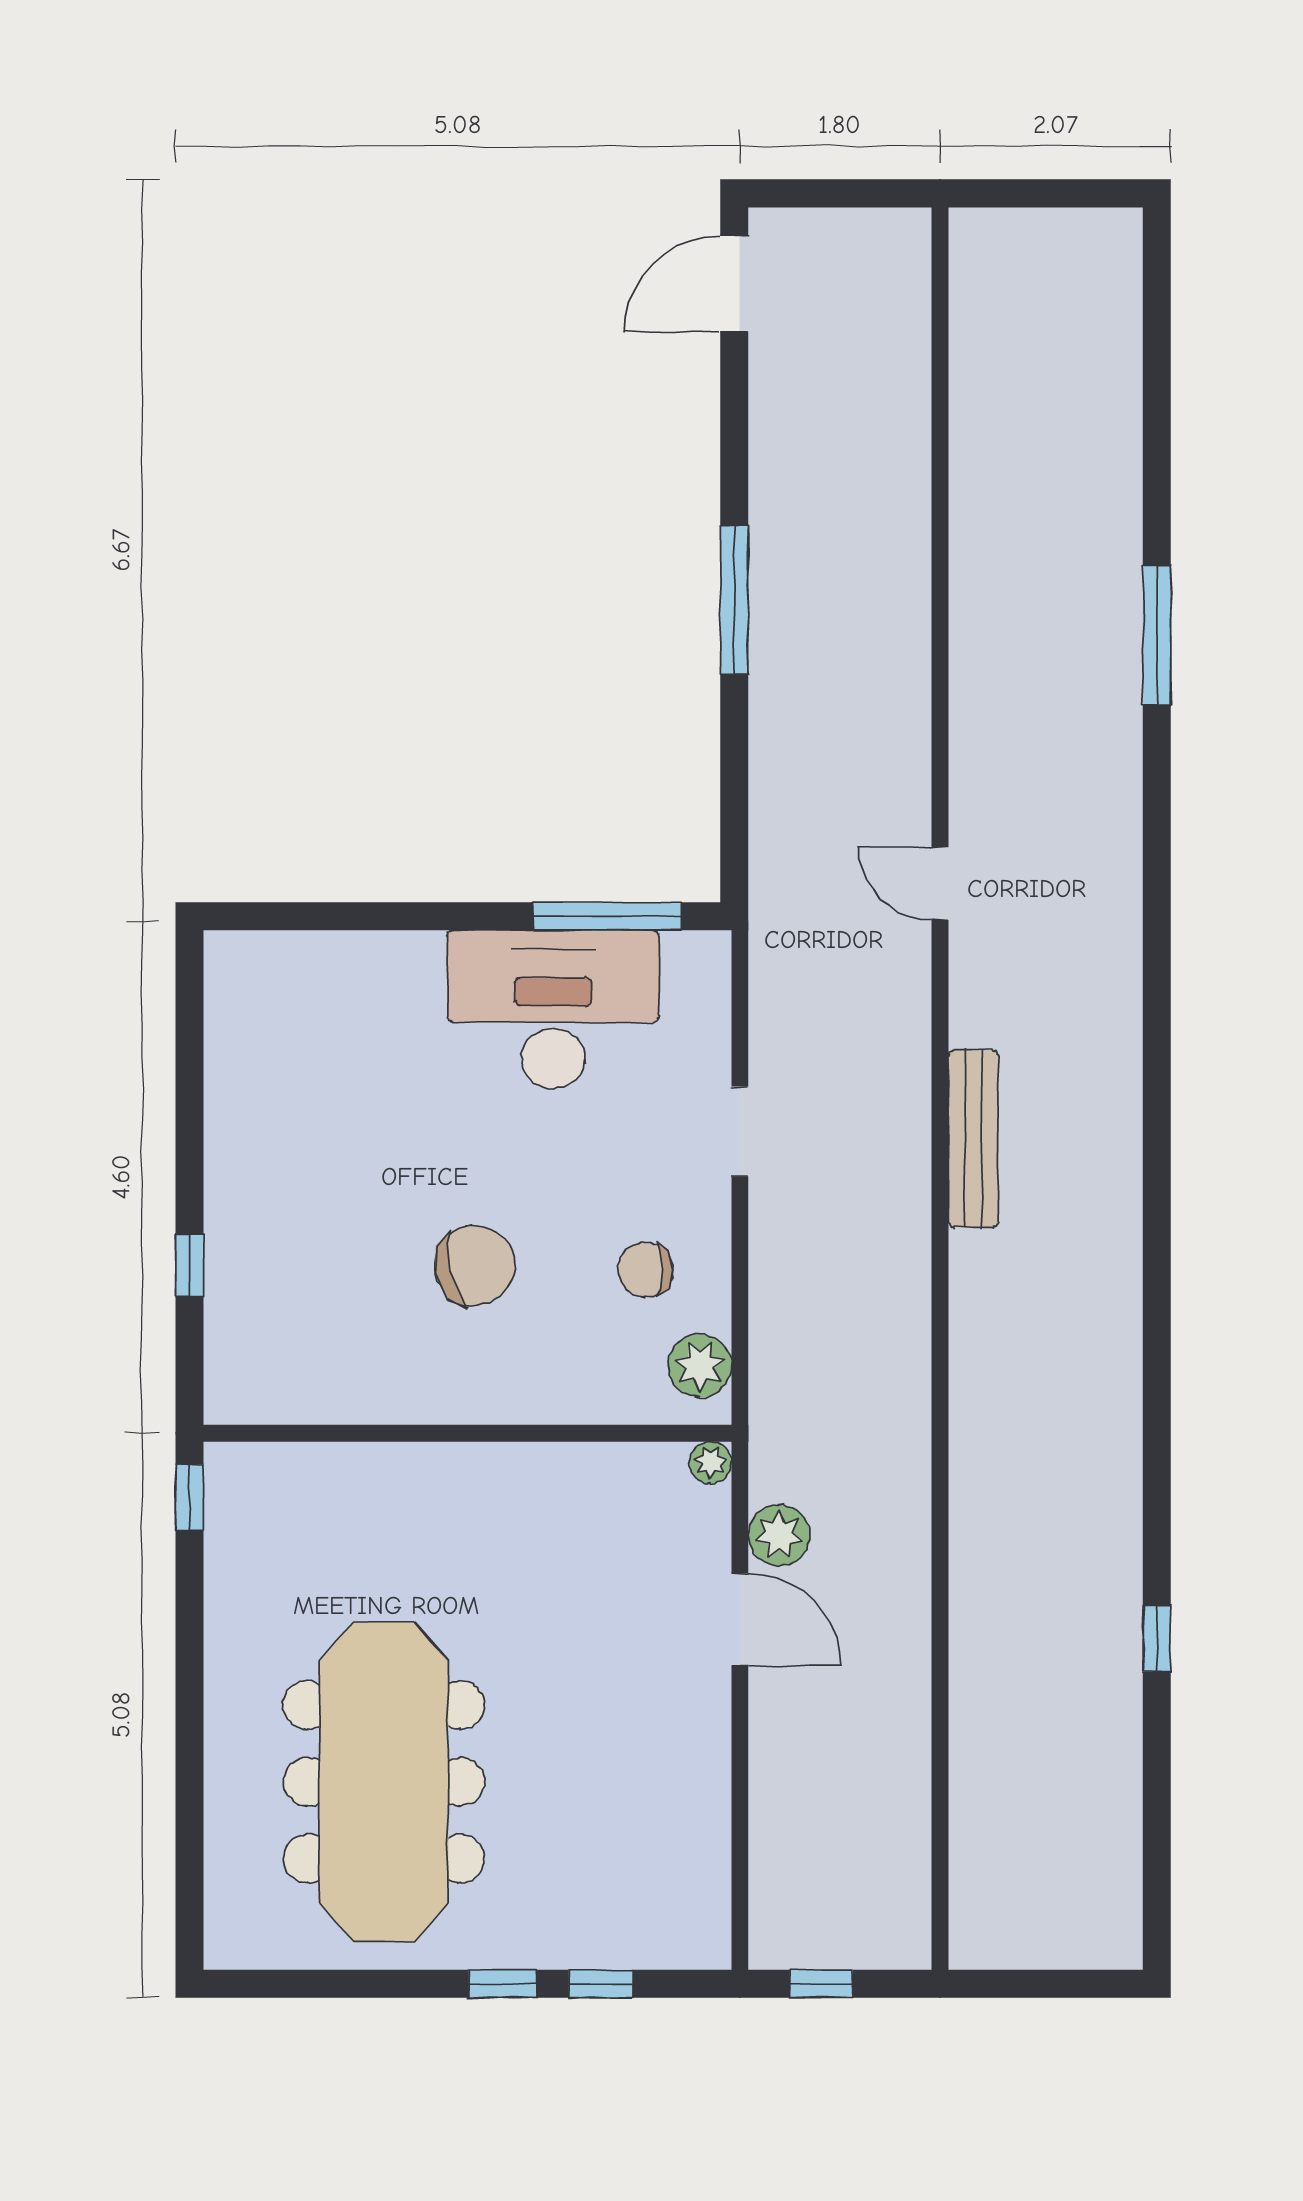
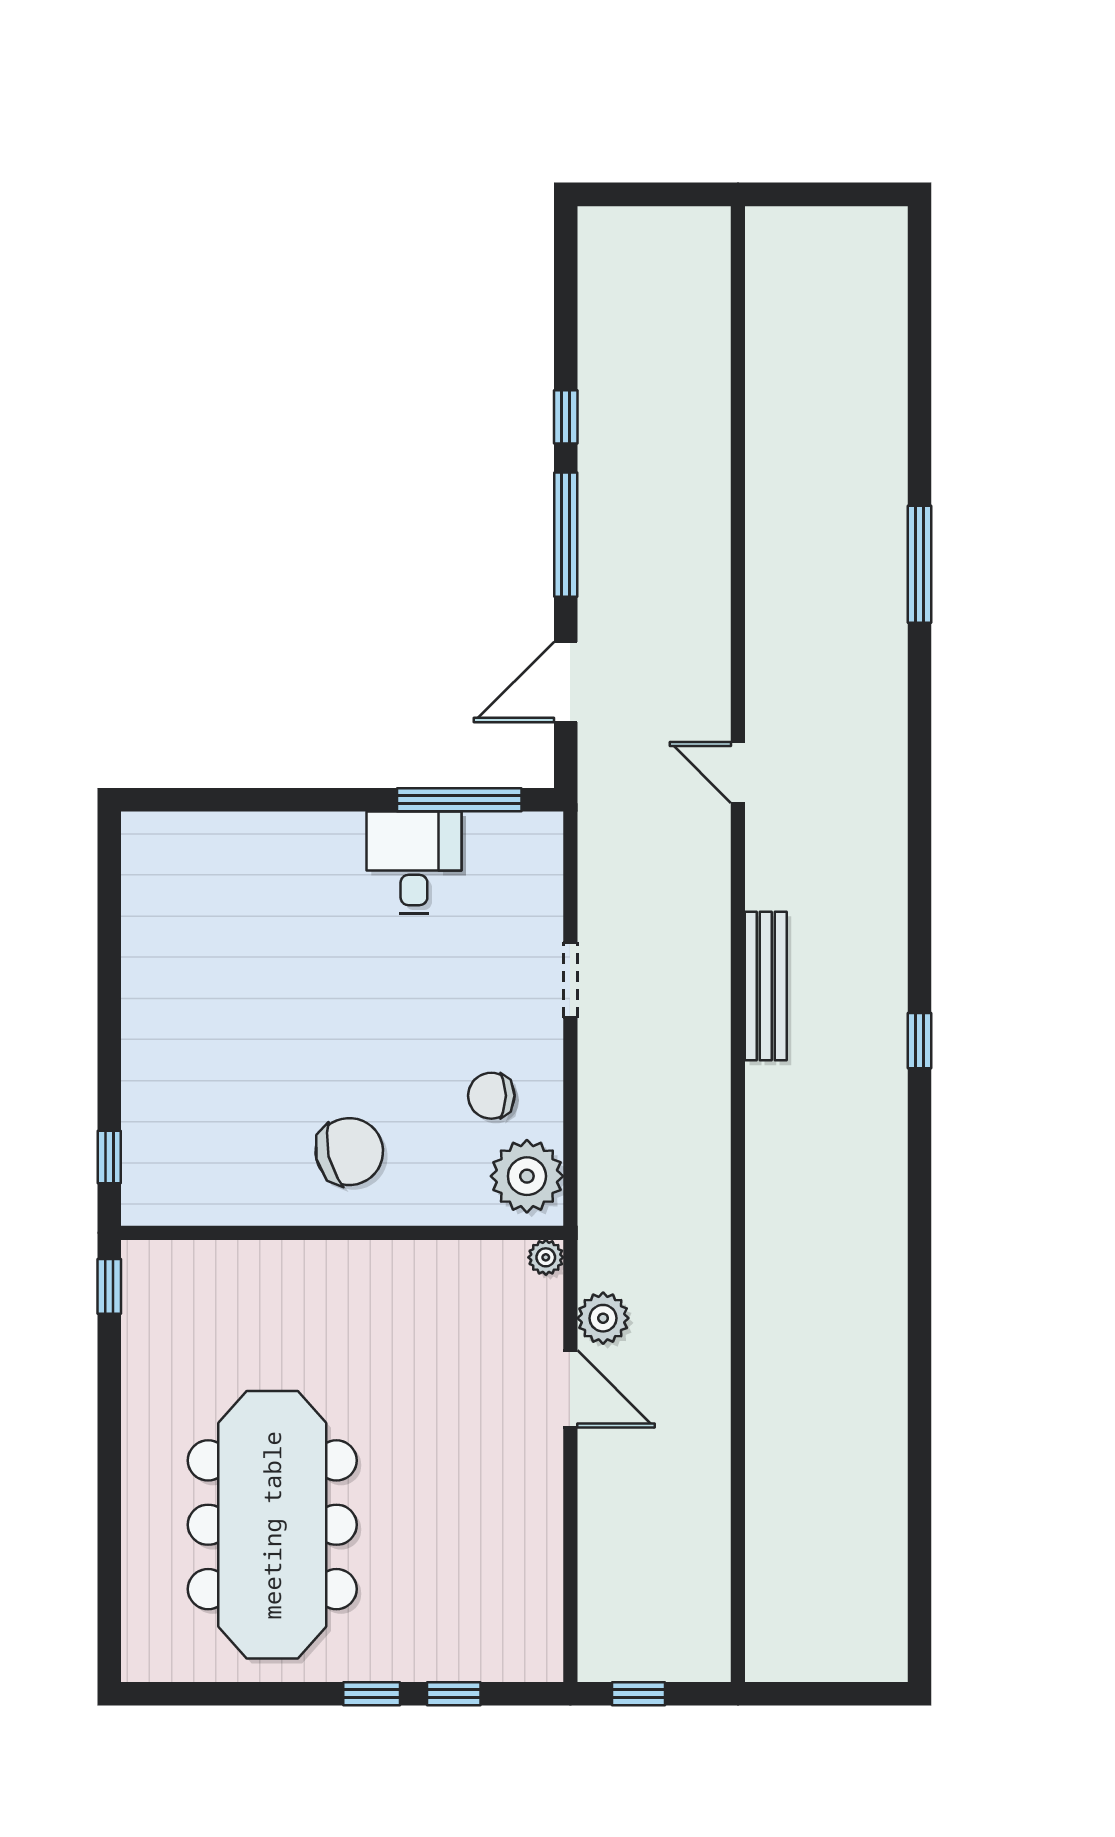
door: (734, 284) -> (566, 682), moved
window: (734, 459) -> (566, 417), added
desk: (553, 1009) -> (414, 862), width x0.53, depth x0.77
window: (189, 1265) -> (109, 1157), moved
chair: (475, 1266) -> (349, 1152), moved
plant: (700, 1366) -> (527, 1176), width x1.36, depth x1.36
window: (1157, 1638) -> (920, 1041), moved

